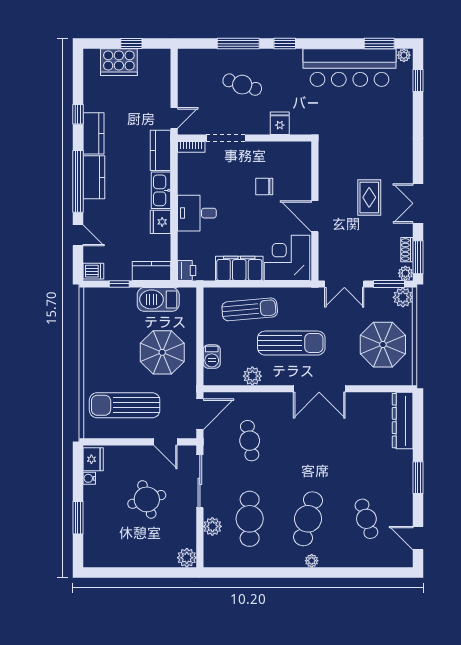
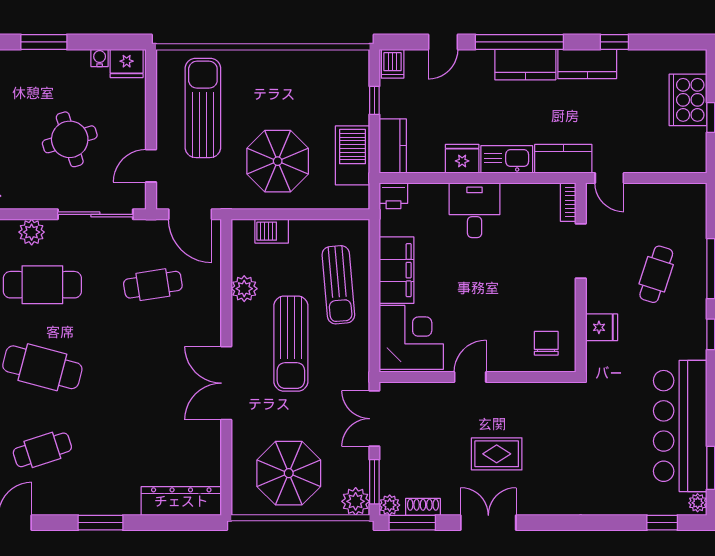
chair: (264, 186) -> (546, 343), moved
door: (315, 216) -> (470, 377), width x0.73

